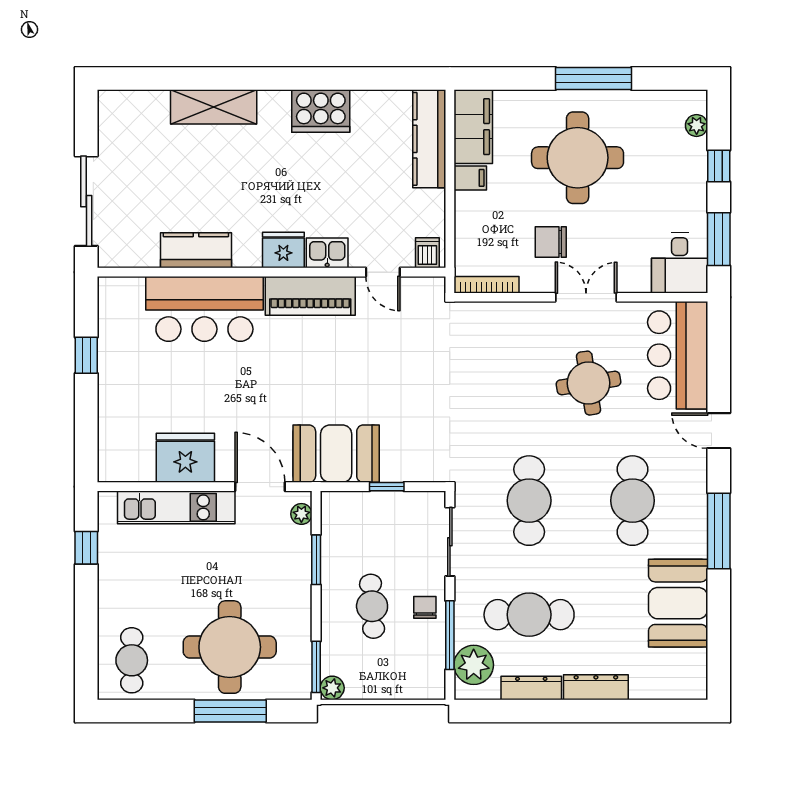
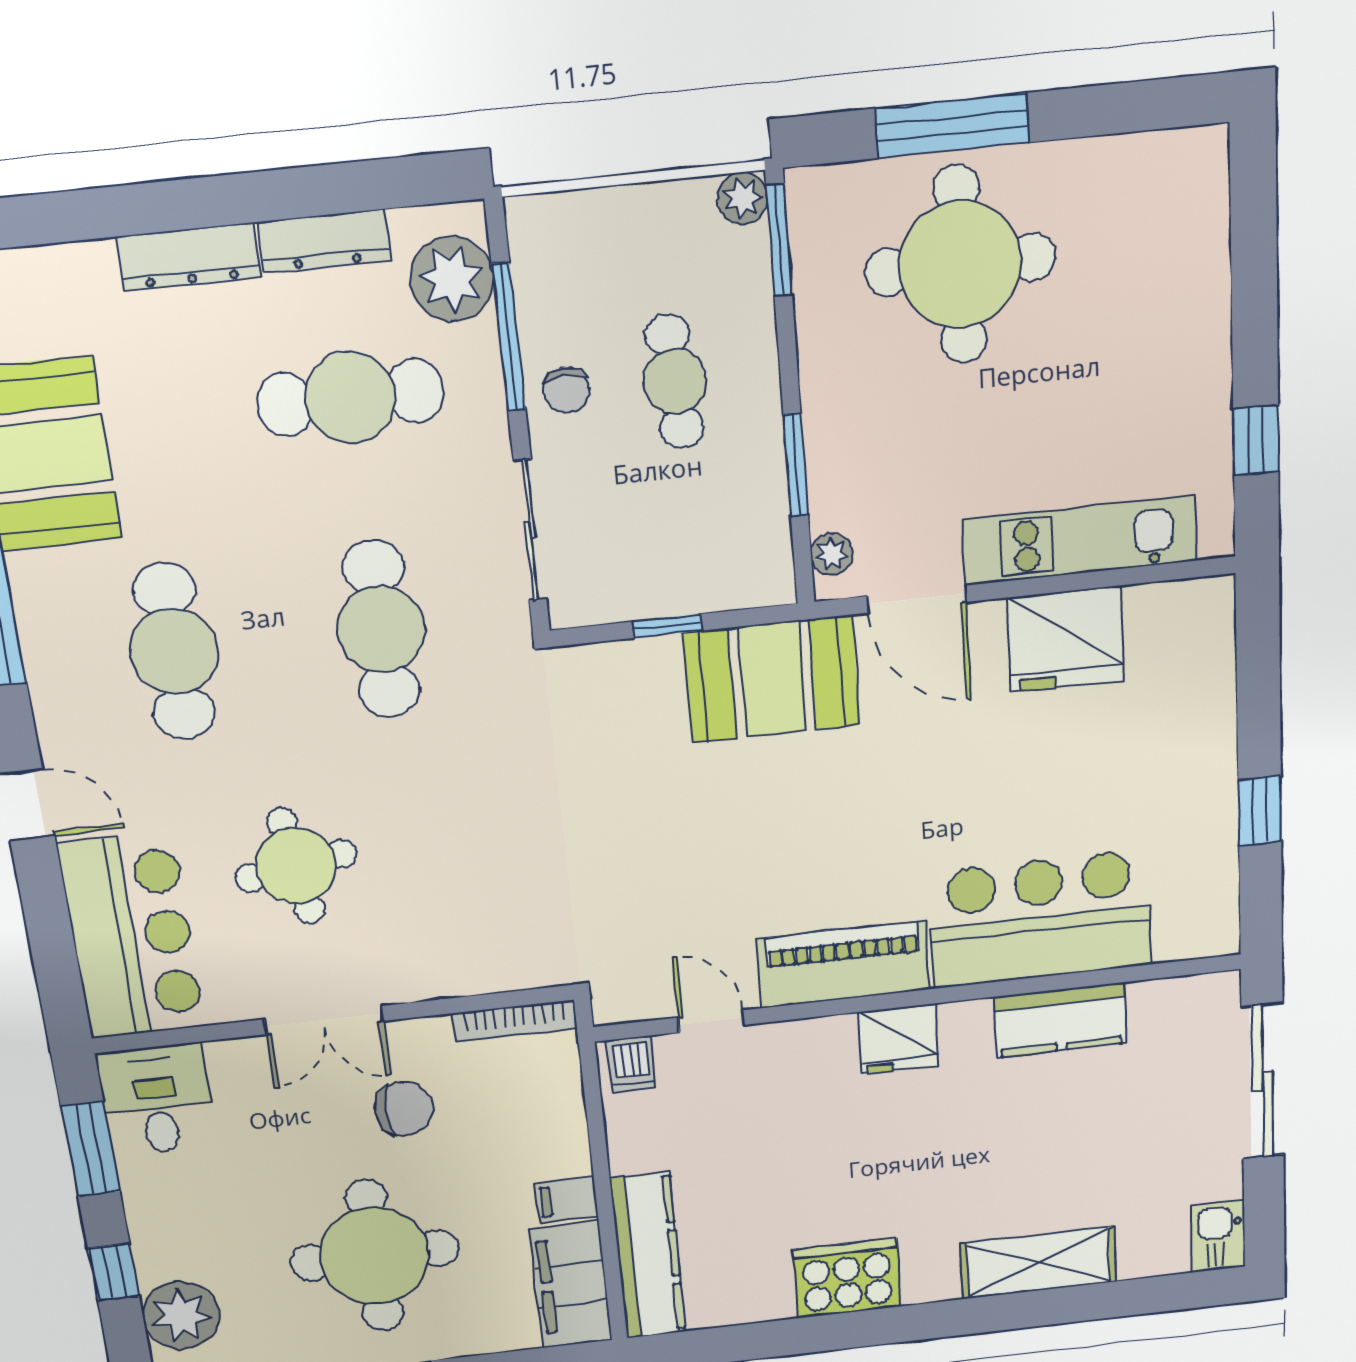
plant: (697, 125) -> (181, 1315), width x1.87, depth x1.87
kitchen sink: (327, 253) -> (1218, 1236), moved, turned 90
cafe table: (132, 660) -> (1160, 215), removed

